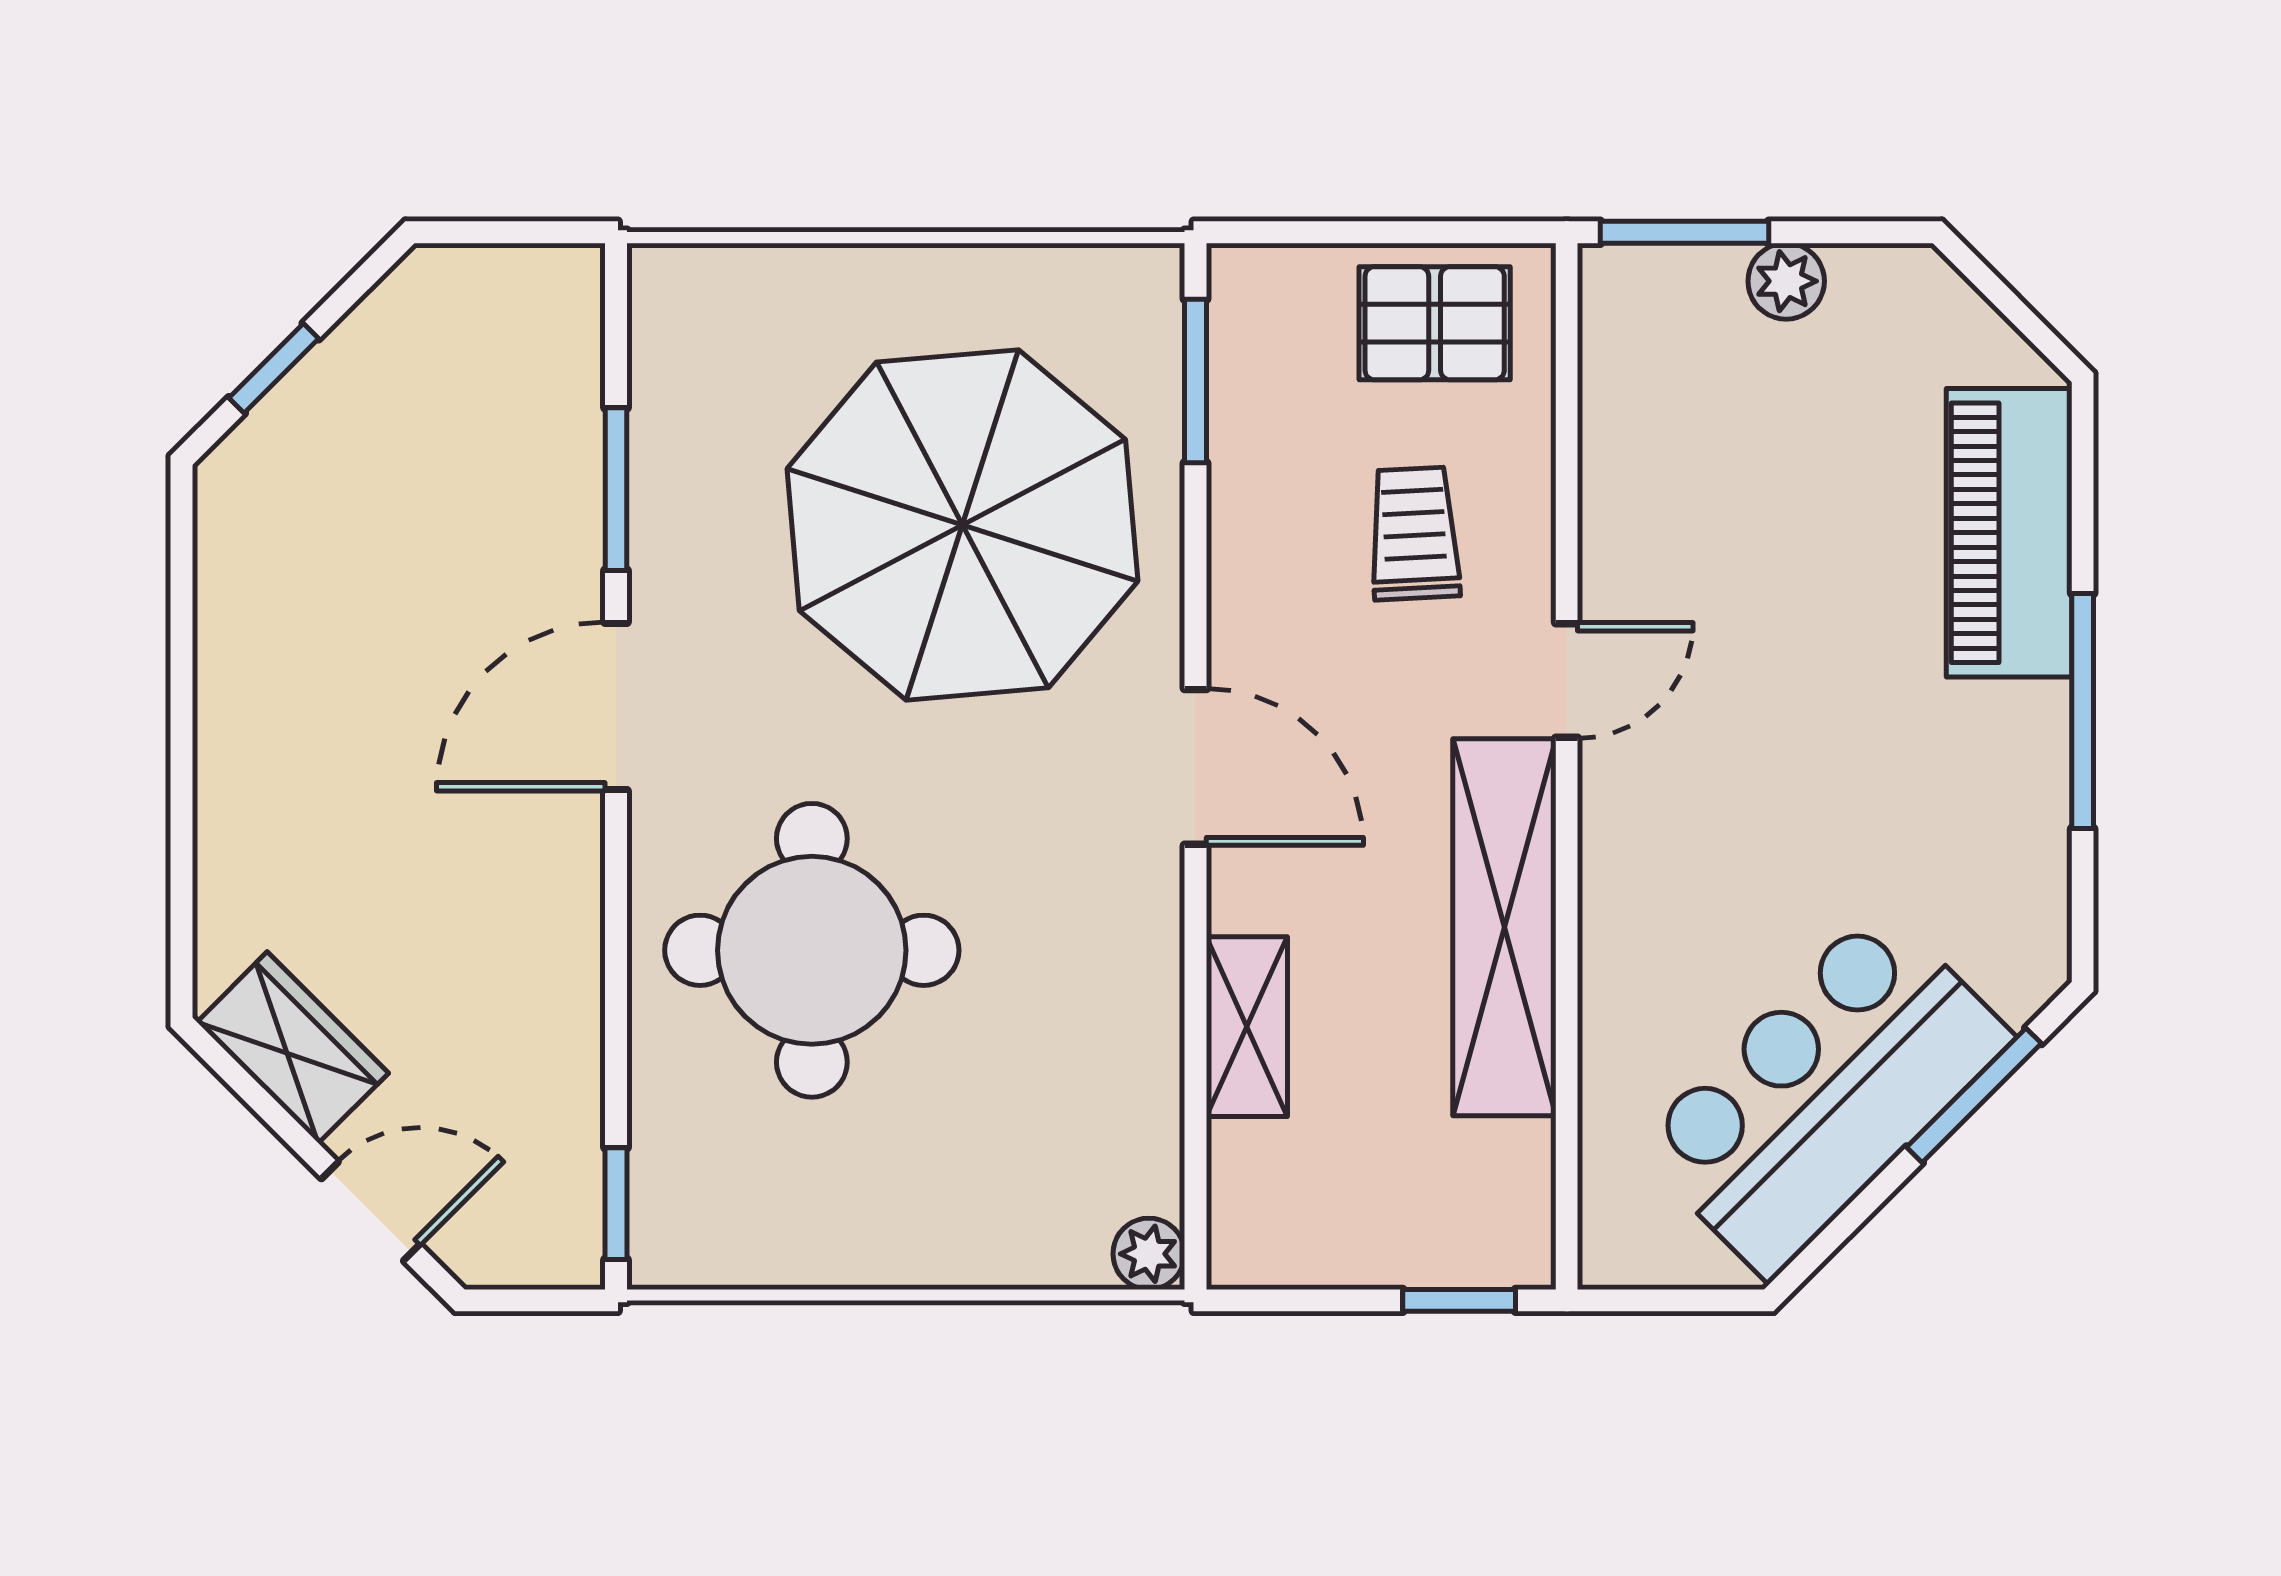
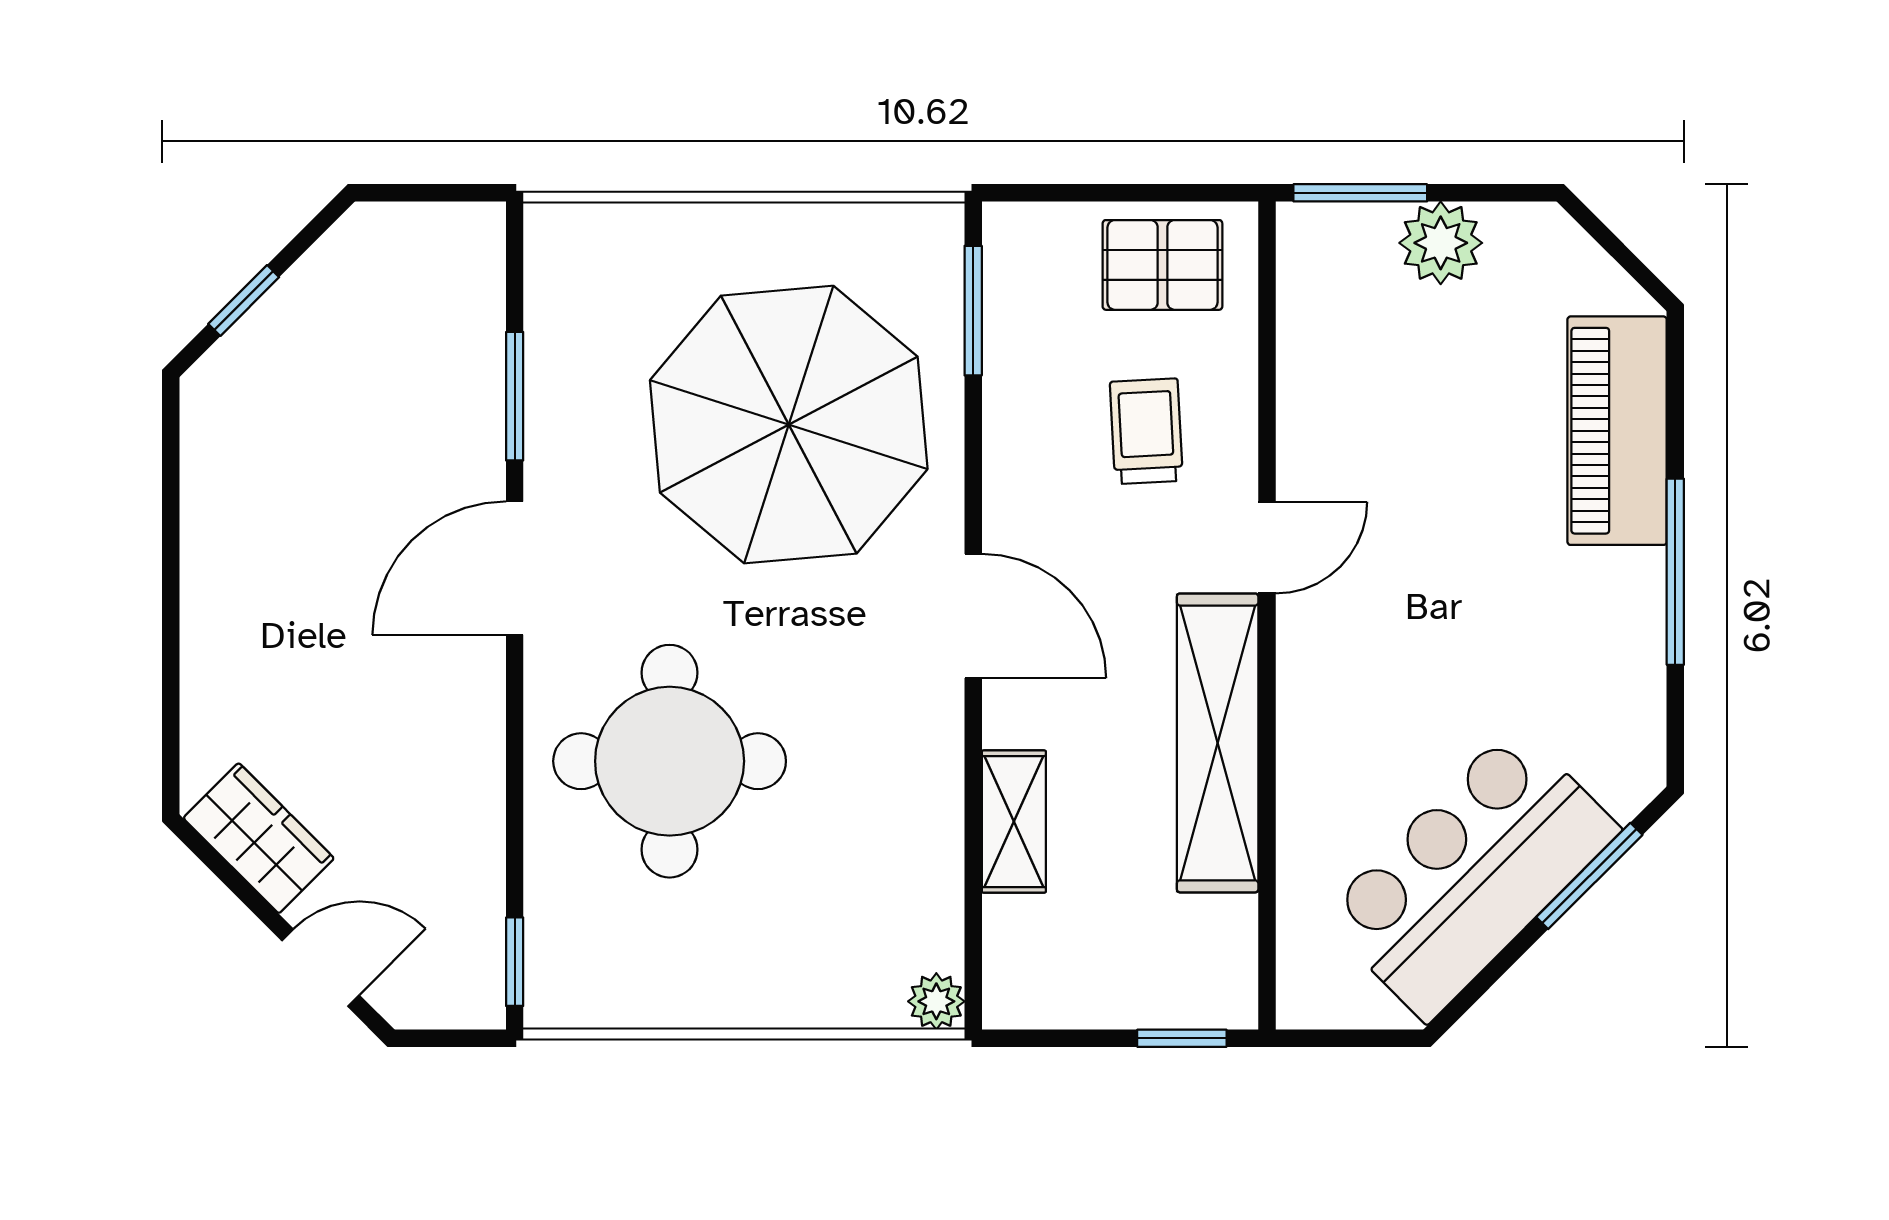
plant: (1786, 281) -> (1441, 243), width x1.38, depth x1.38

